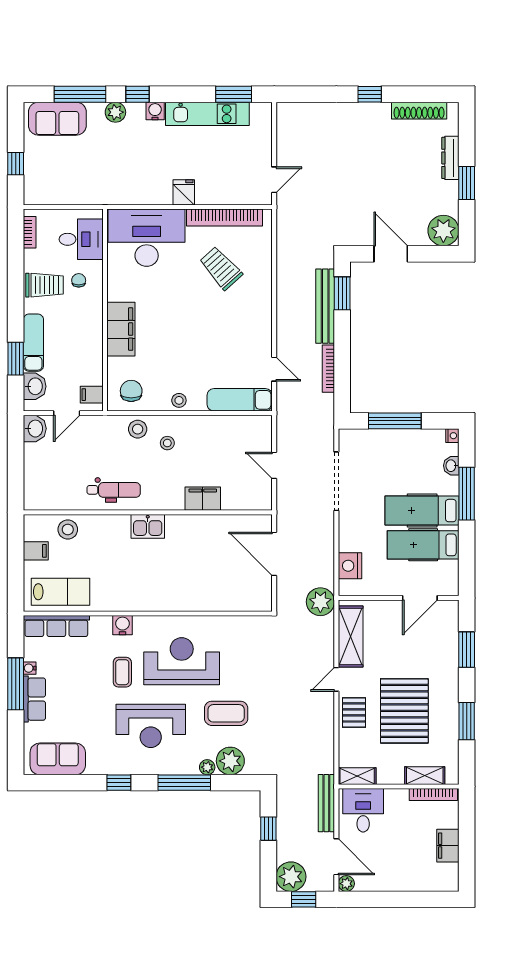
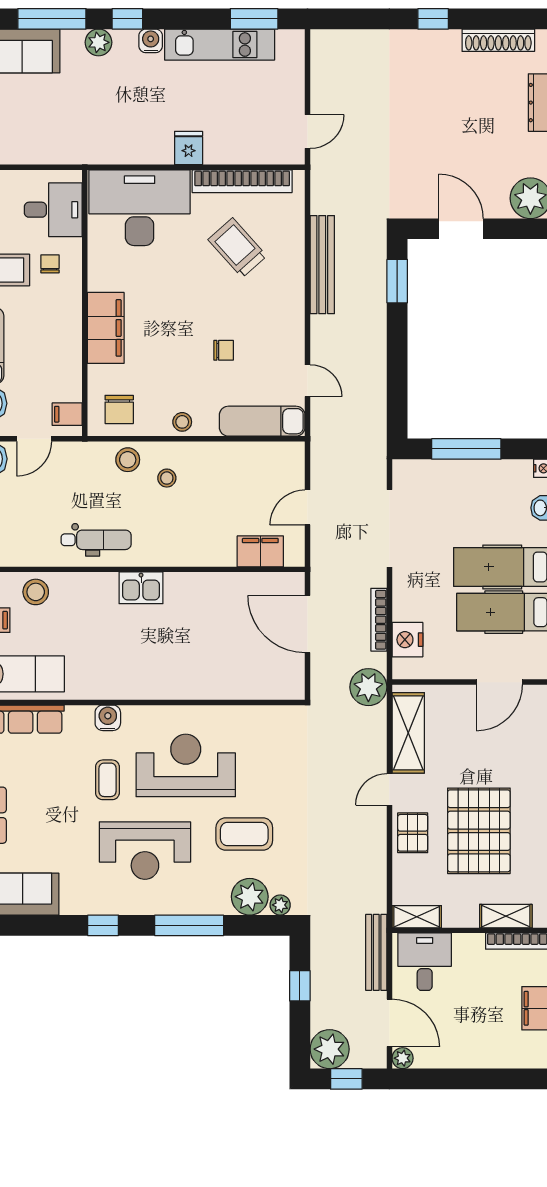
bench: (325, 306) -> (322, 265), moved
chair: (210, 346) -> (224, 350), added
bookcase: (328, 369) -> (379, 620), moved
chair: (131, 391) -> (119, 409), turned 180
door: (274, 465) -> (308, 507), hinge flipped
filing cabinet: (203, 499) -> (260, 551), moved
plant: (207, 767) -> (280, 905), moved

